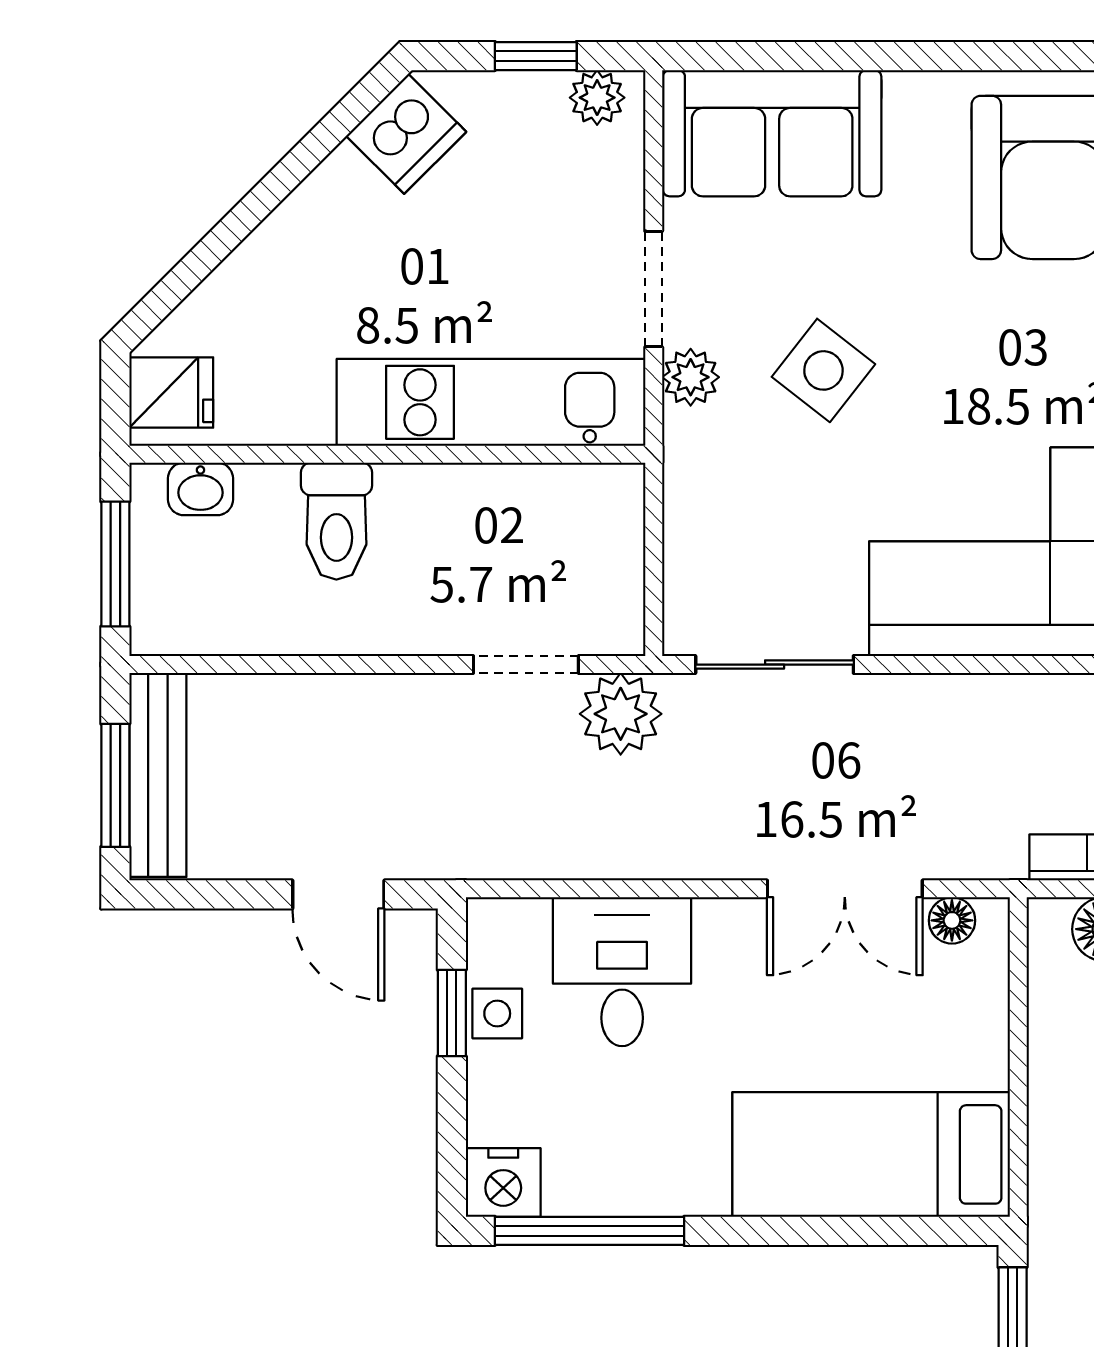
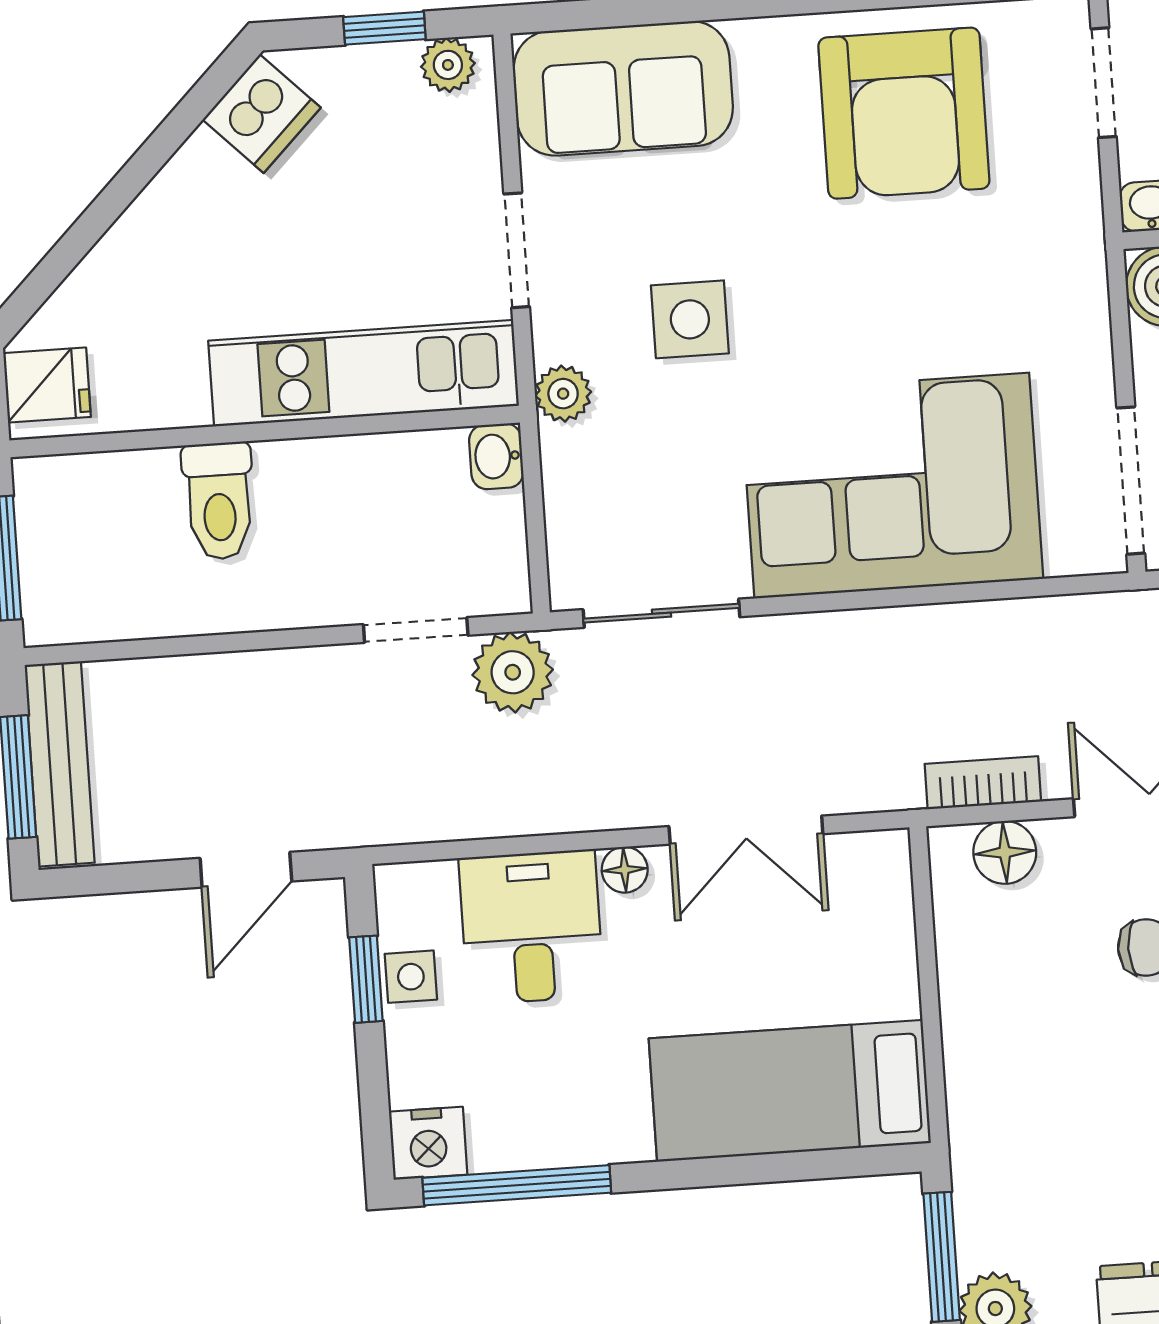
side table: (823, 370) -> (690, 319), turned -38
plant: (691, 377) -> (563, 394), moved
washbasin: (200, 489) -> (496, 456), moved, turned 90
door: (338, 894) -> (246, 870), hinge flipped
floor lamp: (952, 920) -> (625, 870), moved

